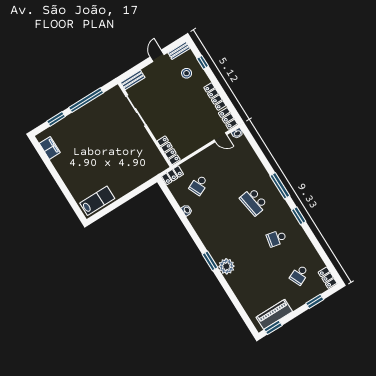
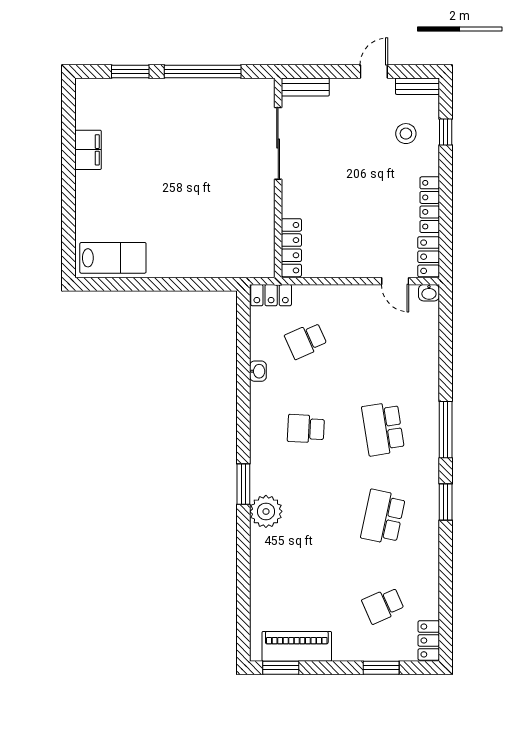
filing cabinet: (50, 148) -> (88, 150), moved
school desk: (222, 222) -> (306, 429), added
school desk: (277, 238) -> (383, 517), width x1.85

